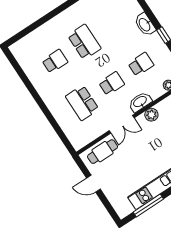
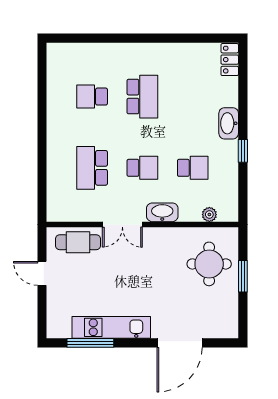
school desk: (55, 61) -> (92, 97), turned 180
plant: (151, 115) -> (166, 237), removed

